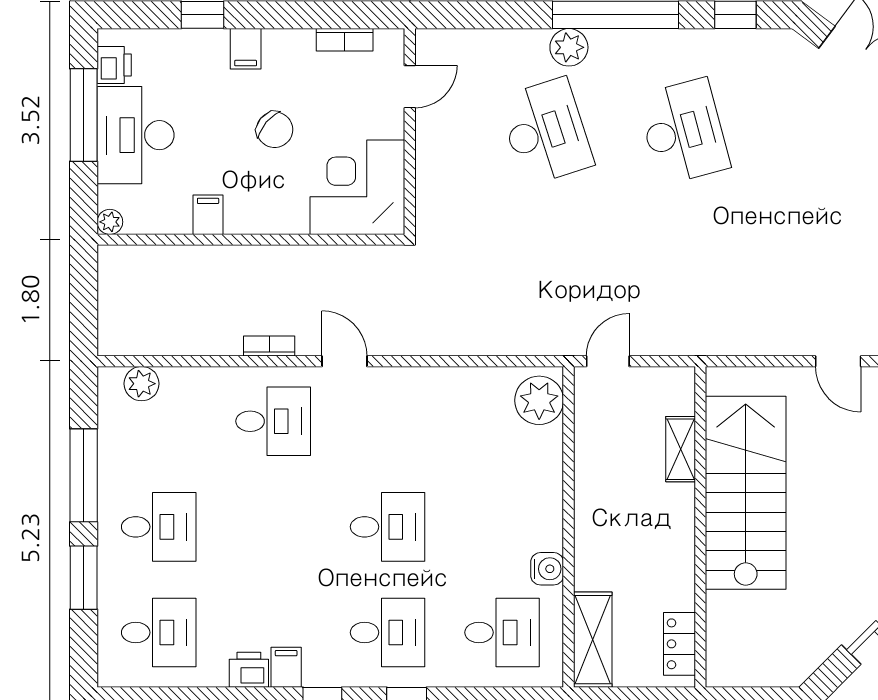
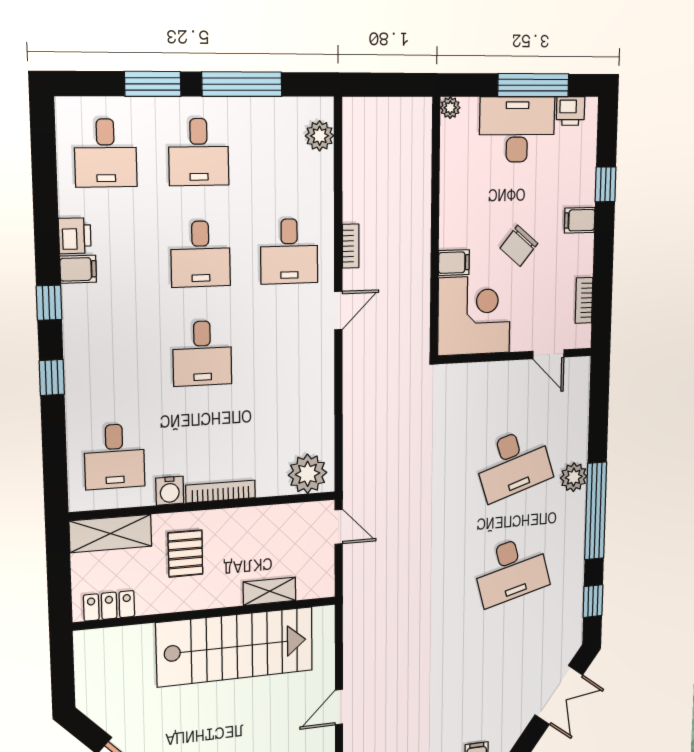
filing cabinet: (208, 215) -> (454, 263), moved
bookcase: (553, 508) -> (221, 492), added
pallet: (624, 552) -> (185, 554), added
desk: (388, 632) -> (200, 254), moved

